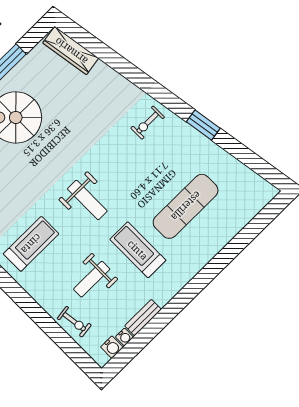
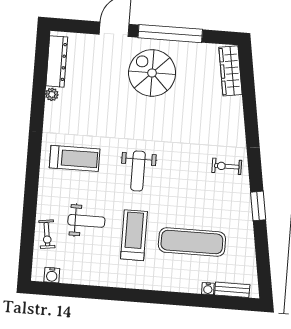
weight bench: (92, 279) -> (86, 221), turned 180
bench: (143, 318) -> (232, 290), moved
water cooler: (124, 337) -> (208, 289), moved

